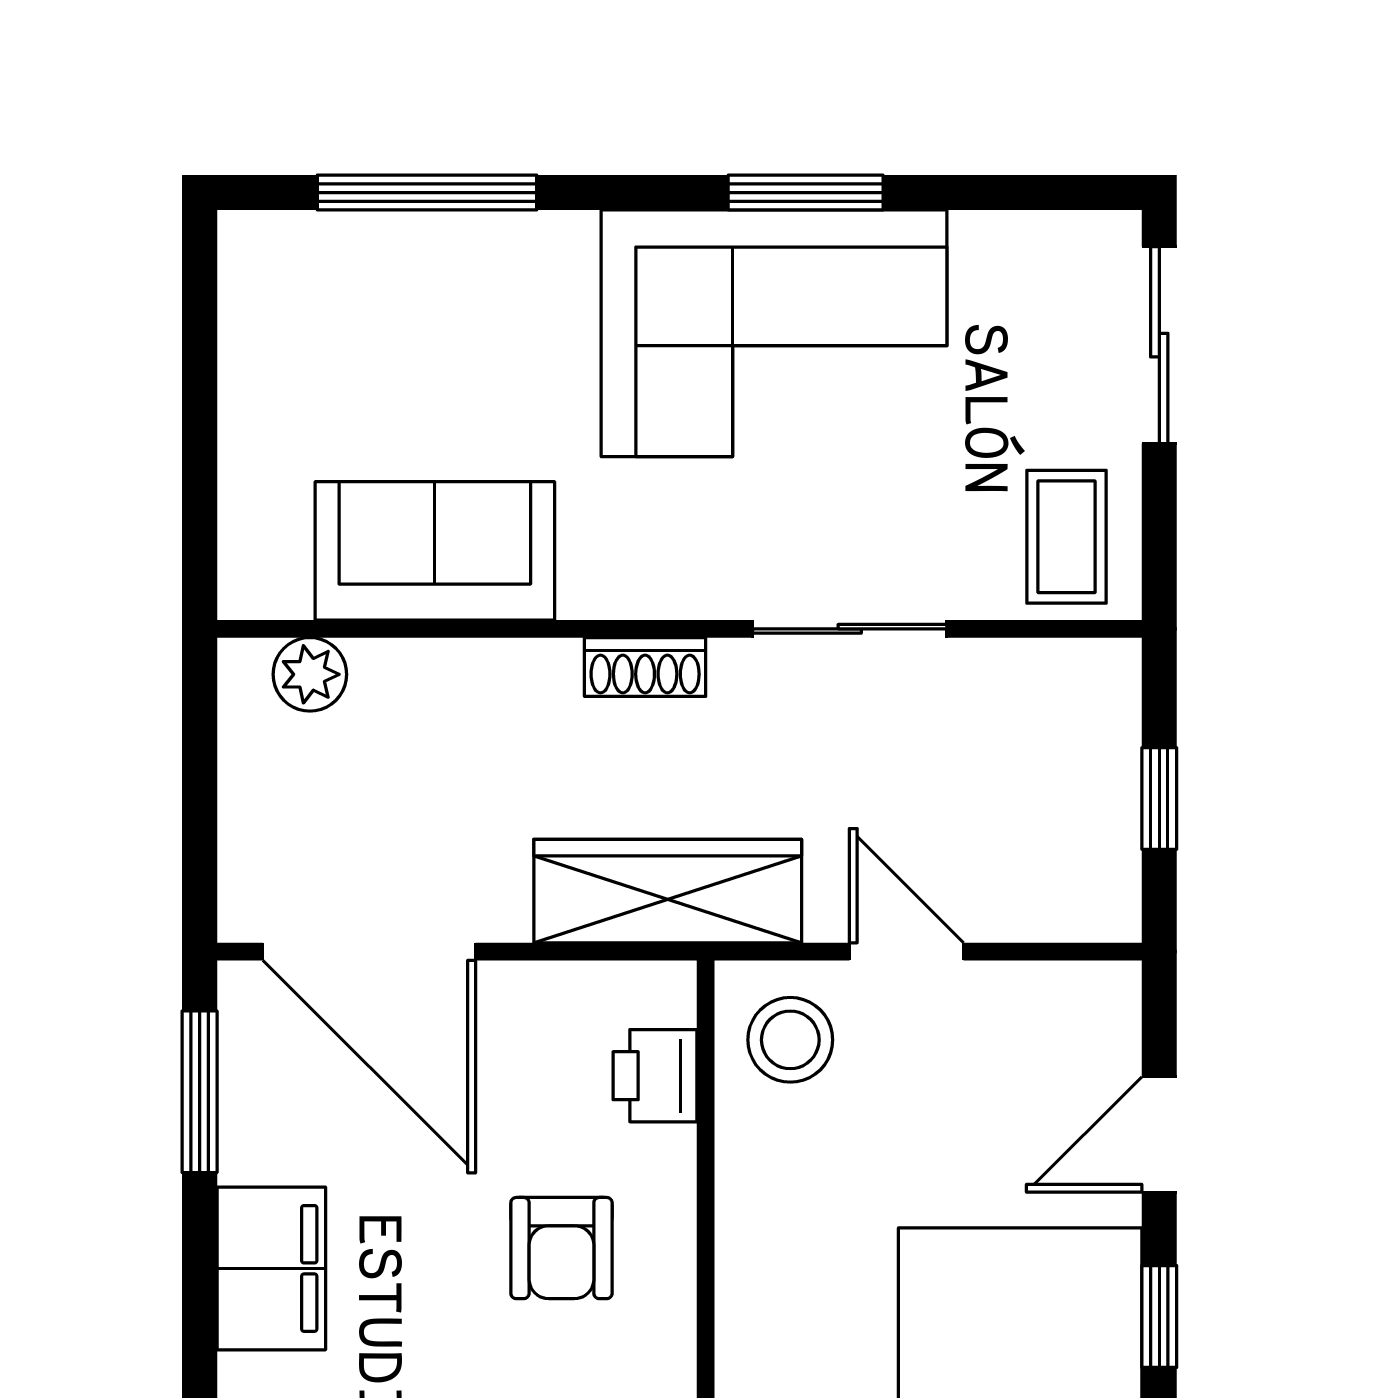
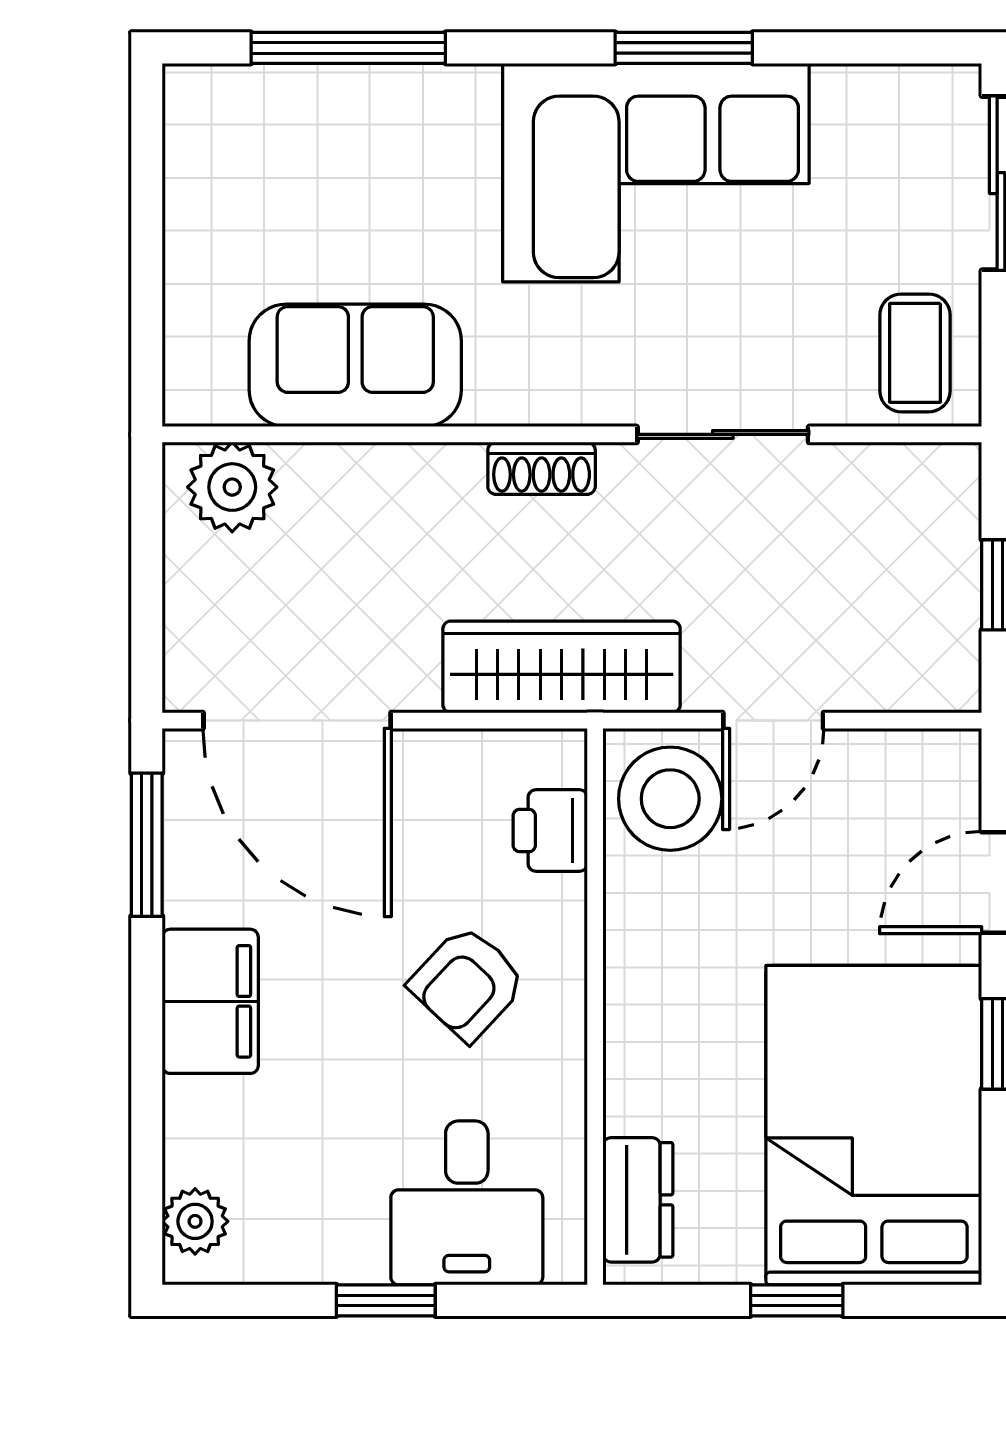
plant: (310, 674) -> (232, 487), width x1.38, depth x1.38
door: (907, 952) -> (773, 721), swing flipped
stool: (790, 1040) -> (670, 799), width x1.38, depth x1.38
armchair: (561, 1248) -> (467, 983), turned 43

